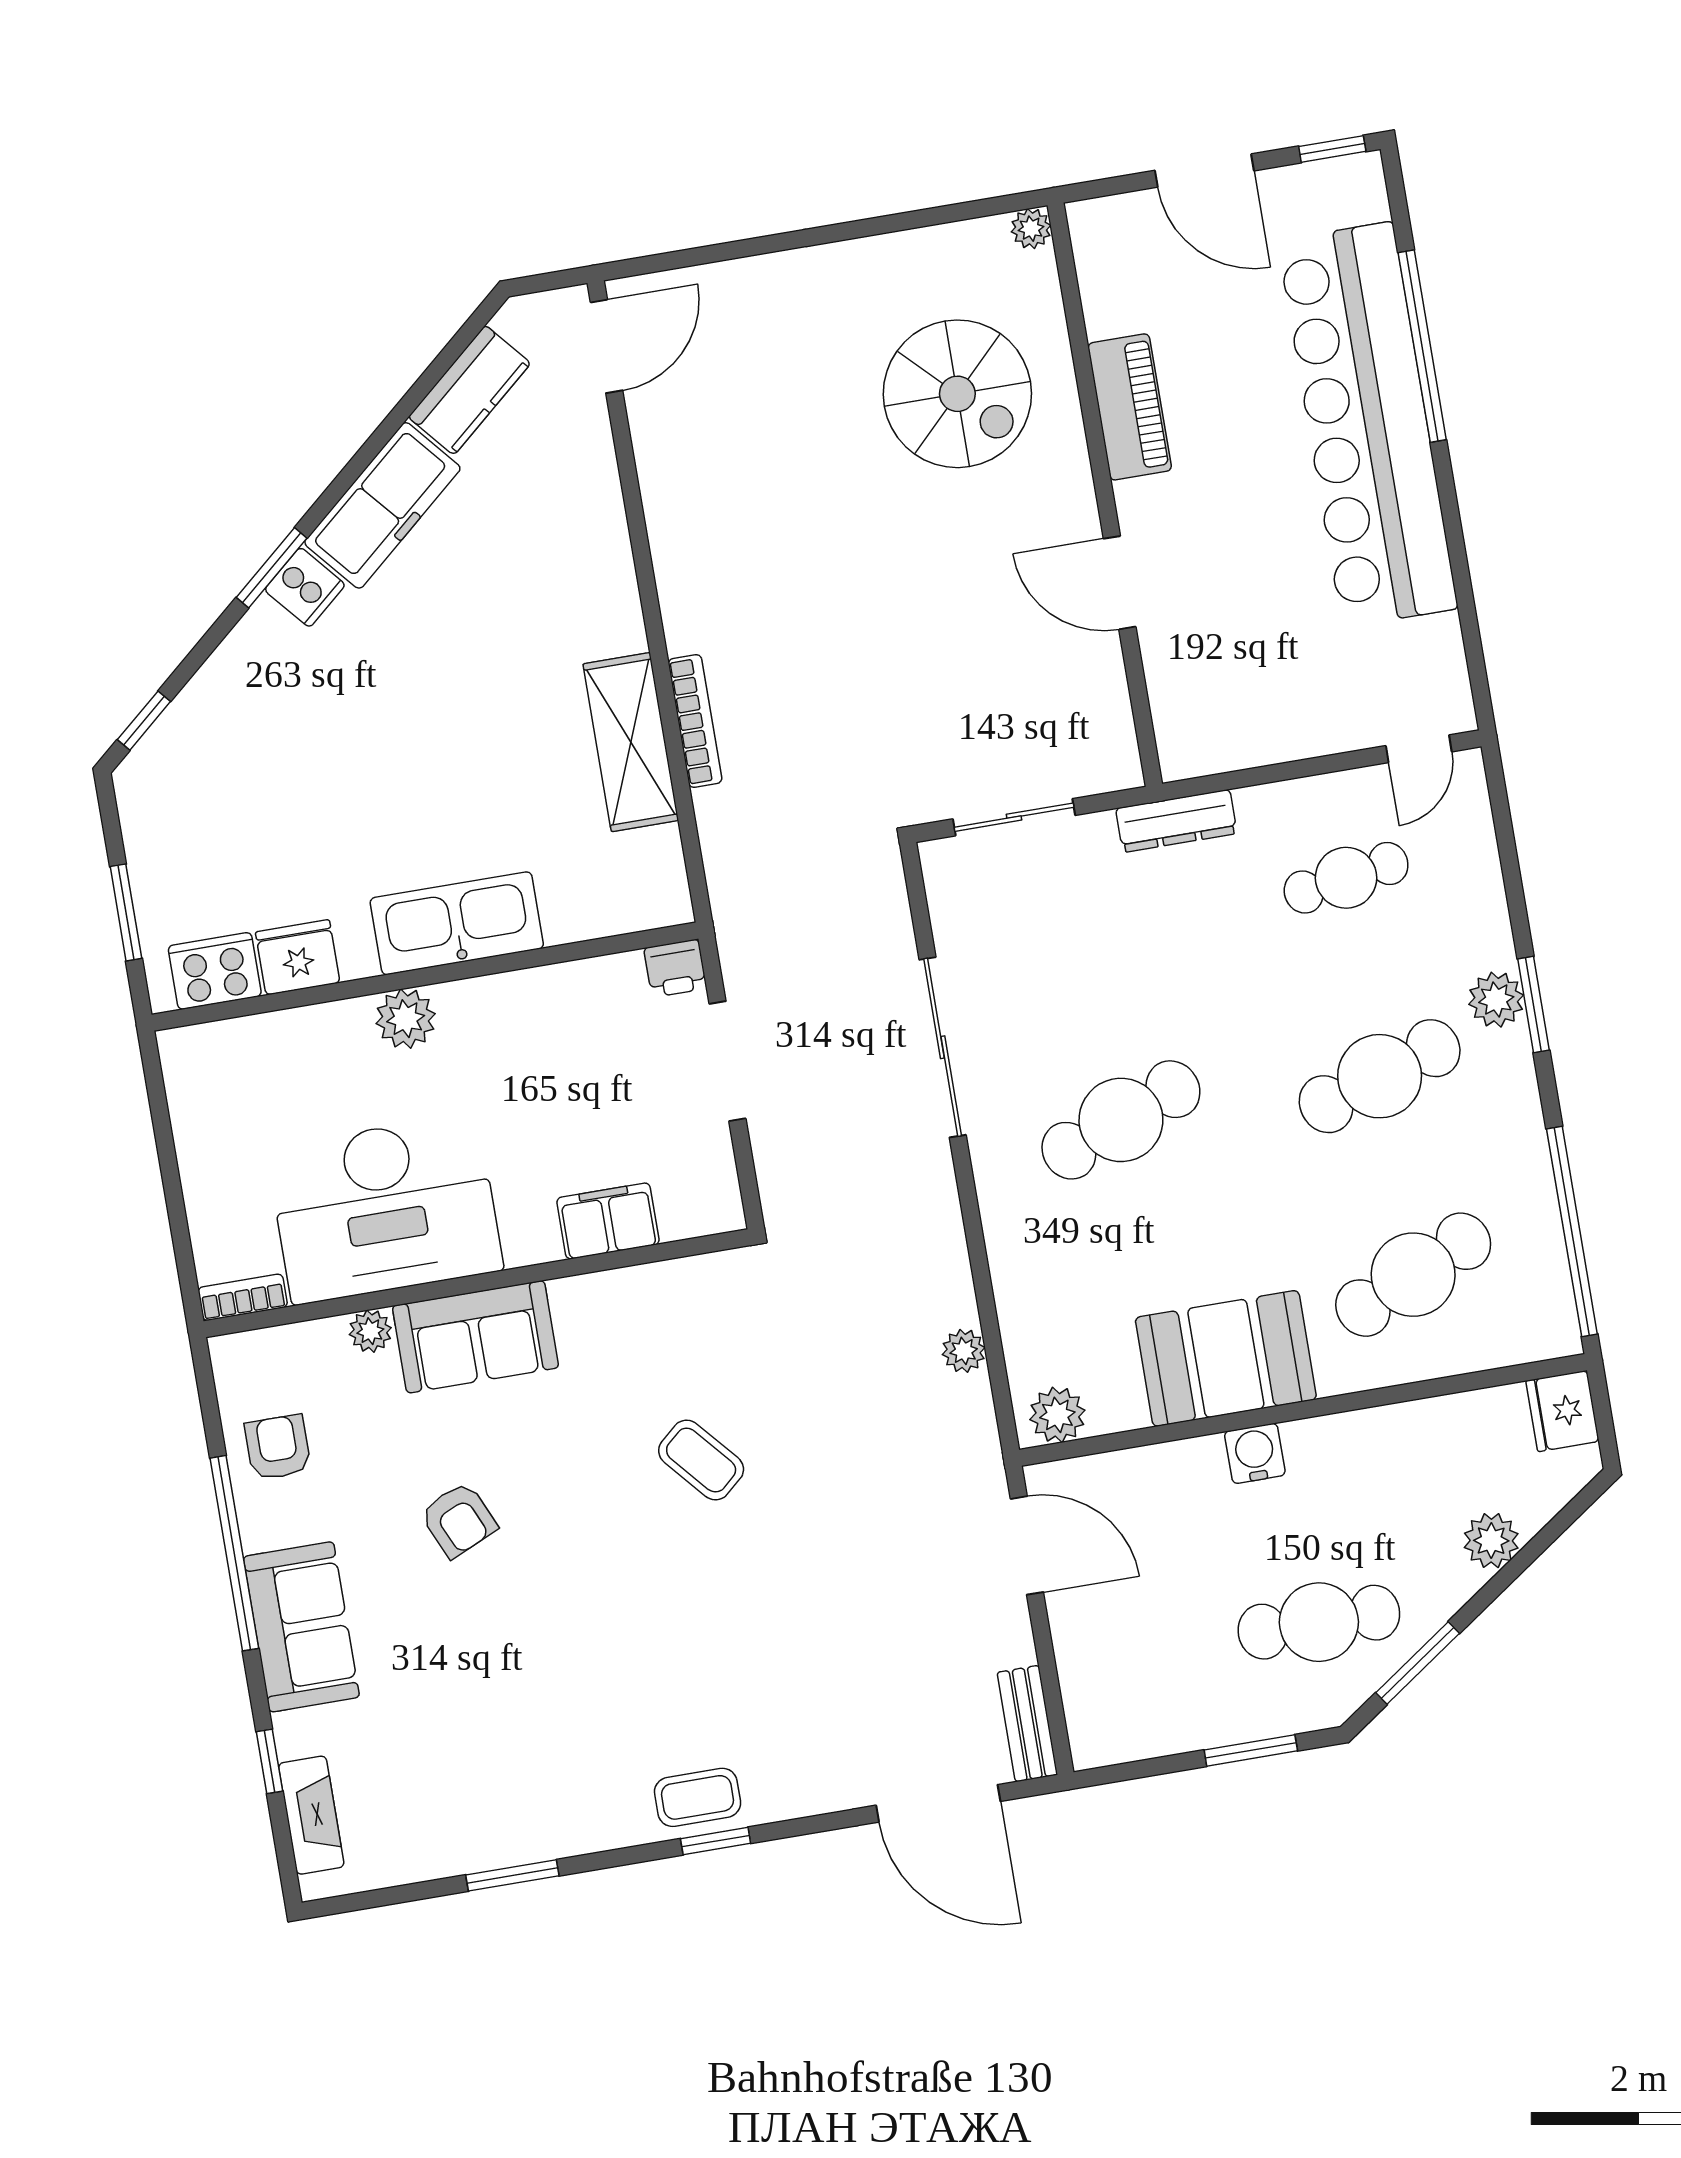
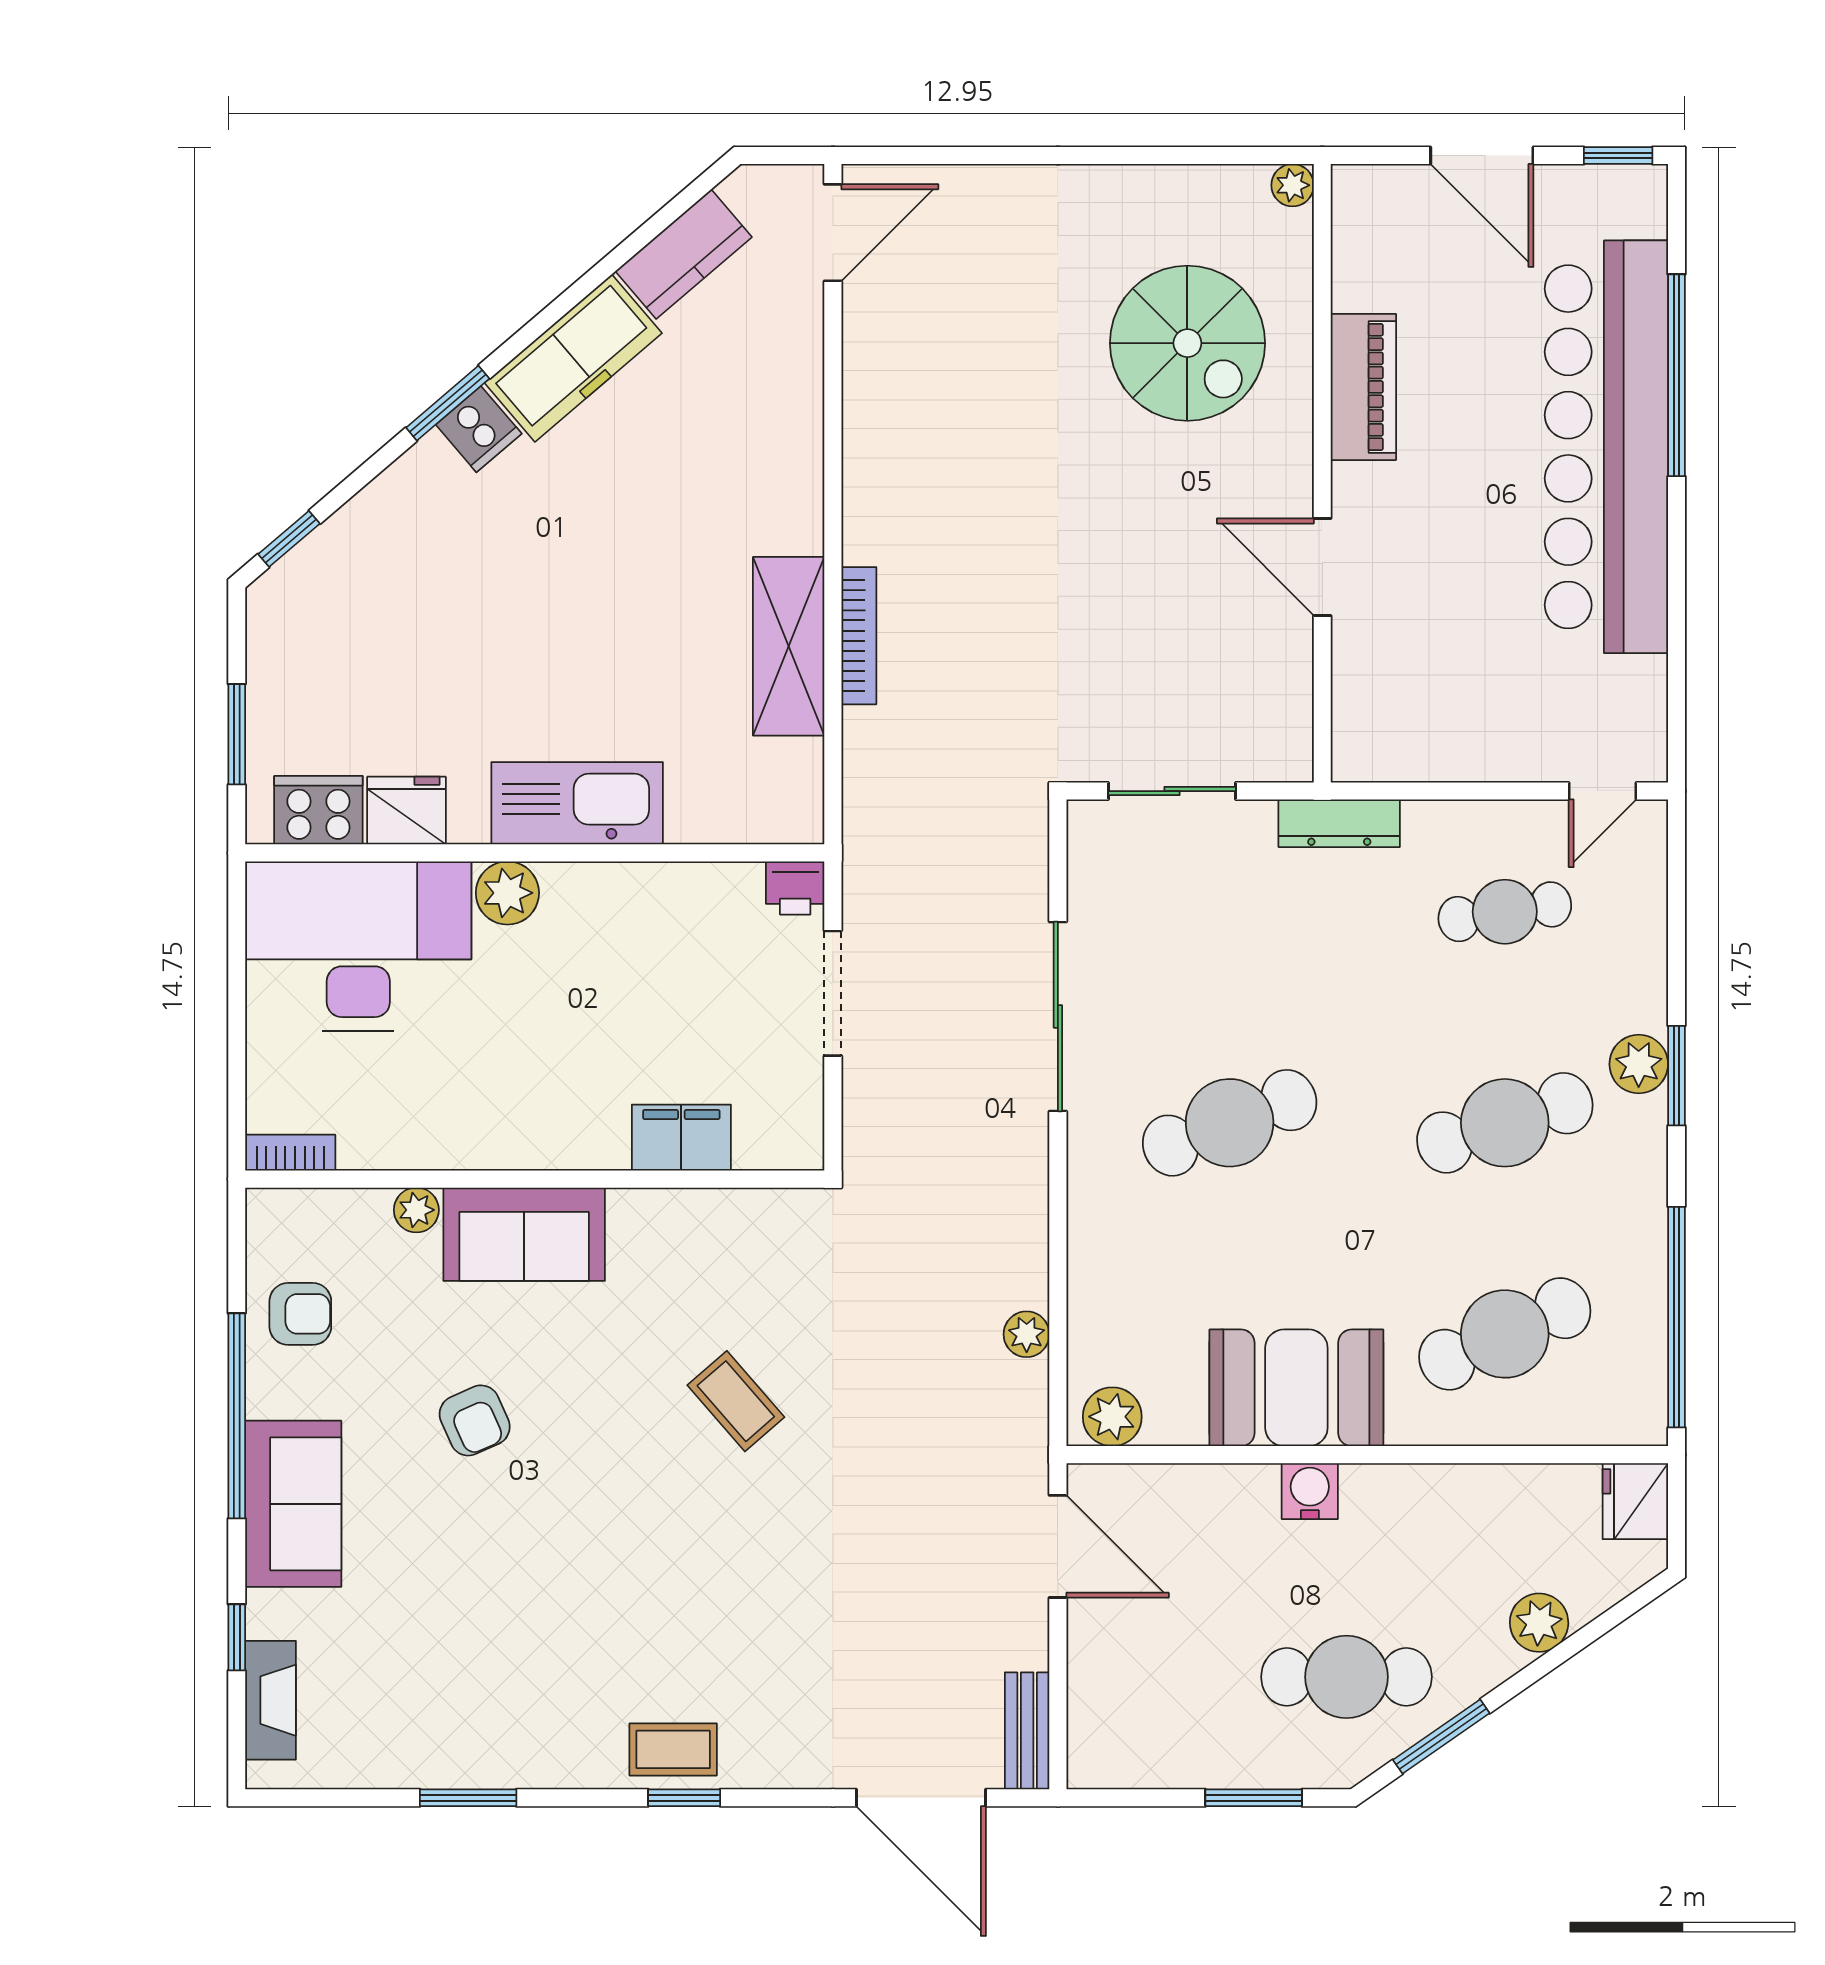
desk: (385, 1209) -> (358, 946), moved, turned 180
armchair: (278, 1447) -> (300, 1314), turned 90

